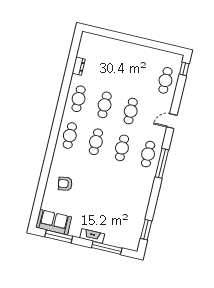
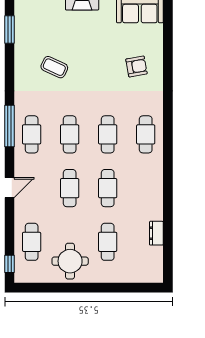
round table: (142, 61) -> (70, 261), added
cafe table: (79, 99) -> (108, 242), moved
coffee table: (122, 197) -> (54, 67), added

